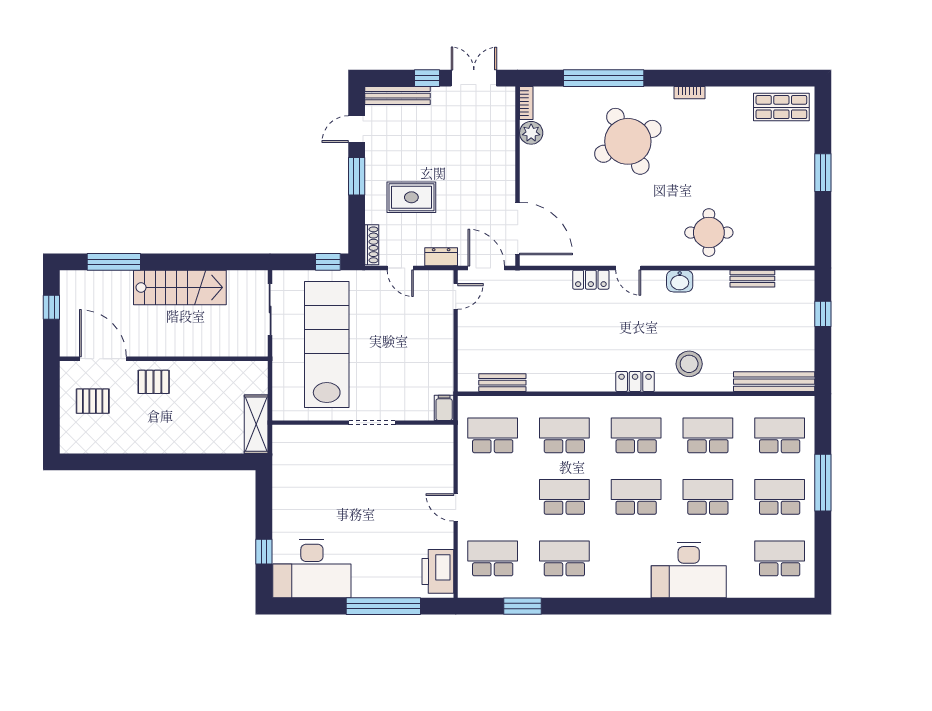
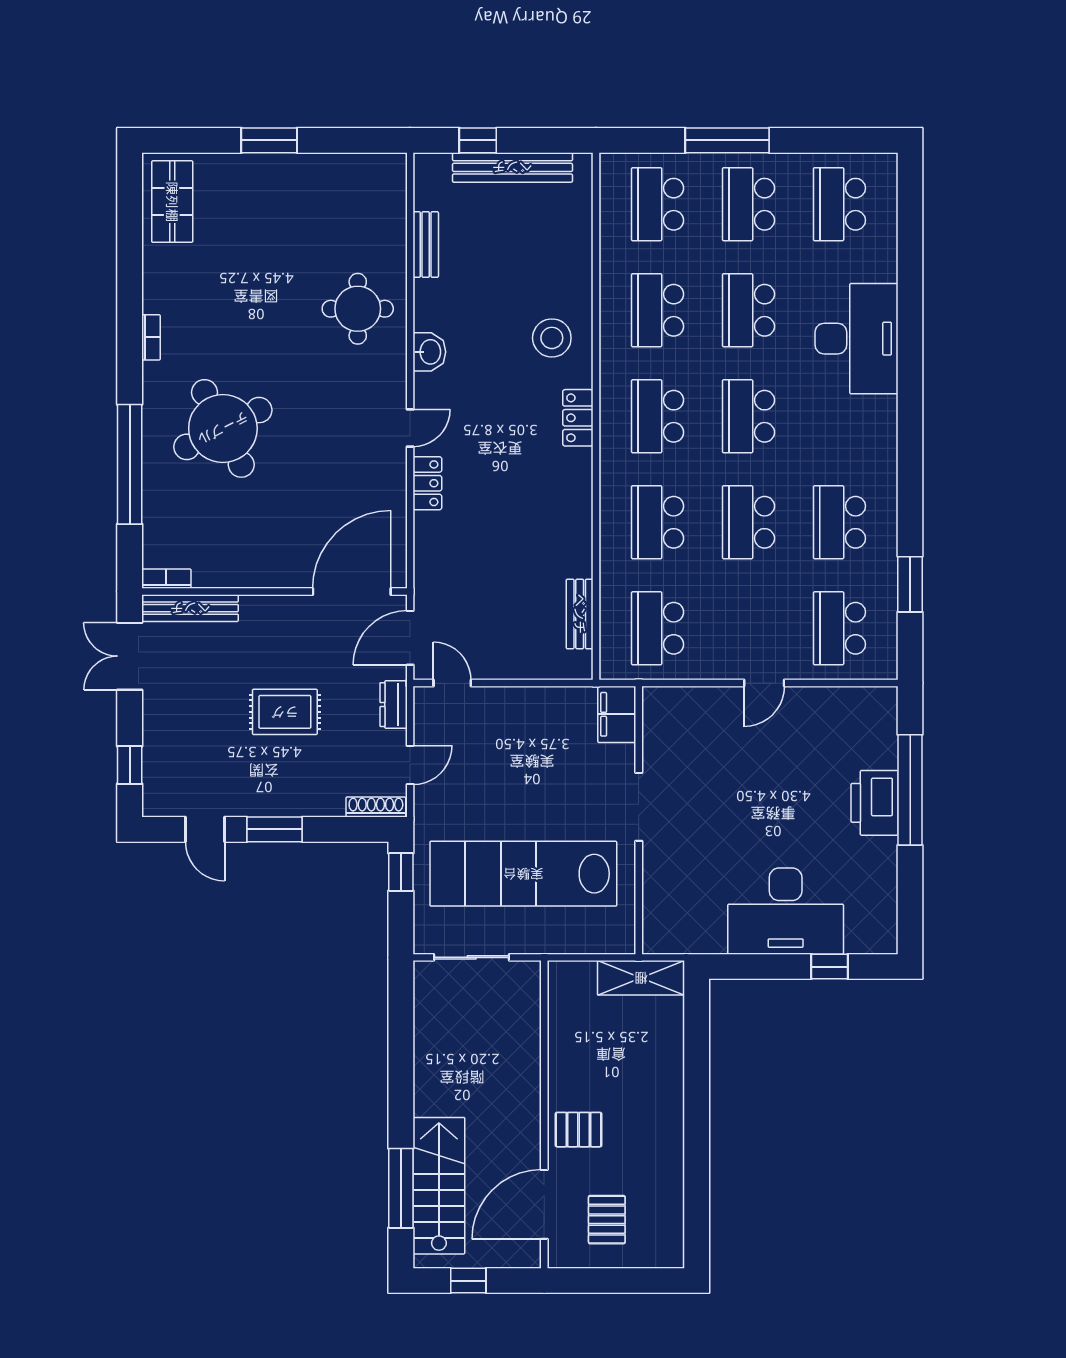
window: (427, 78) -> (130, 765), moved
bench: (398, 96) -> (190, 608), moved, turned 90
plant: (531, 133) -> (210, 571), removed
rug: (411, 197) -> (285, 712), moved, turned 90
stairs: (180, 287) -> (439, 1186), moved
pallet: (154, 382) -> (579, 1130), turned 90
bench: (774, 382) -> (512, 167), moved, turned 90
filing cabinet: (444, 408) -> (617, 714), width x2.00
desk: (312, 569) -> (786, 911), moved, turned 90
printer: (438, 571) -> (874, 803), moved, turned 90

